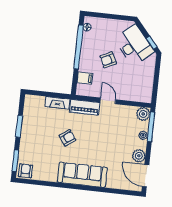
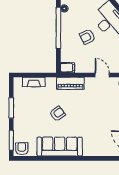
filing cabinet: (85, 78) -> (68, 68), moved
door: (108, 101) -> (102, 75), moved
fireplace: (57, 103) -> (34, 82), moved
sofa: (82, 175) -> (60, 147), moved

